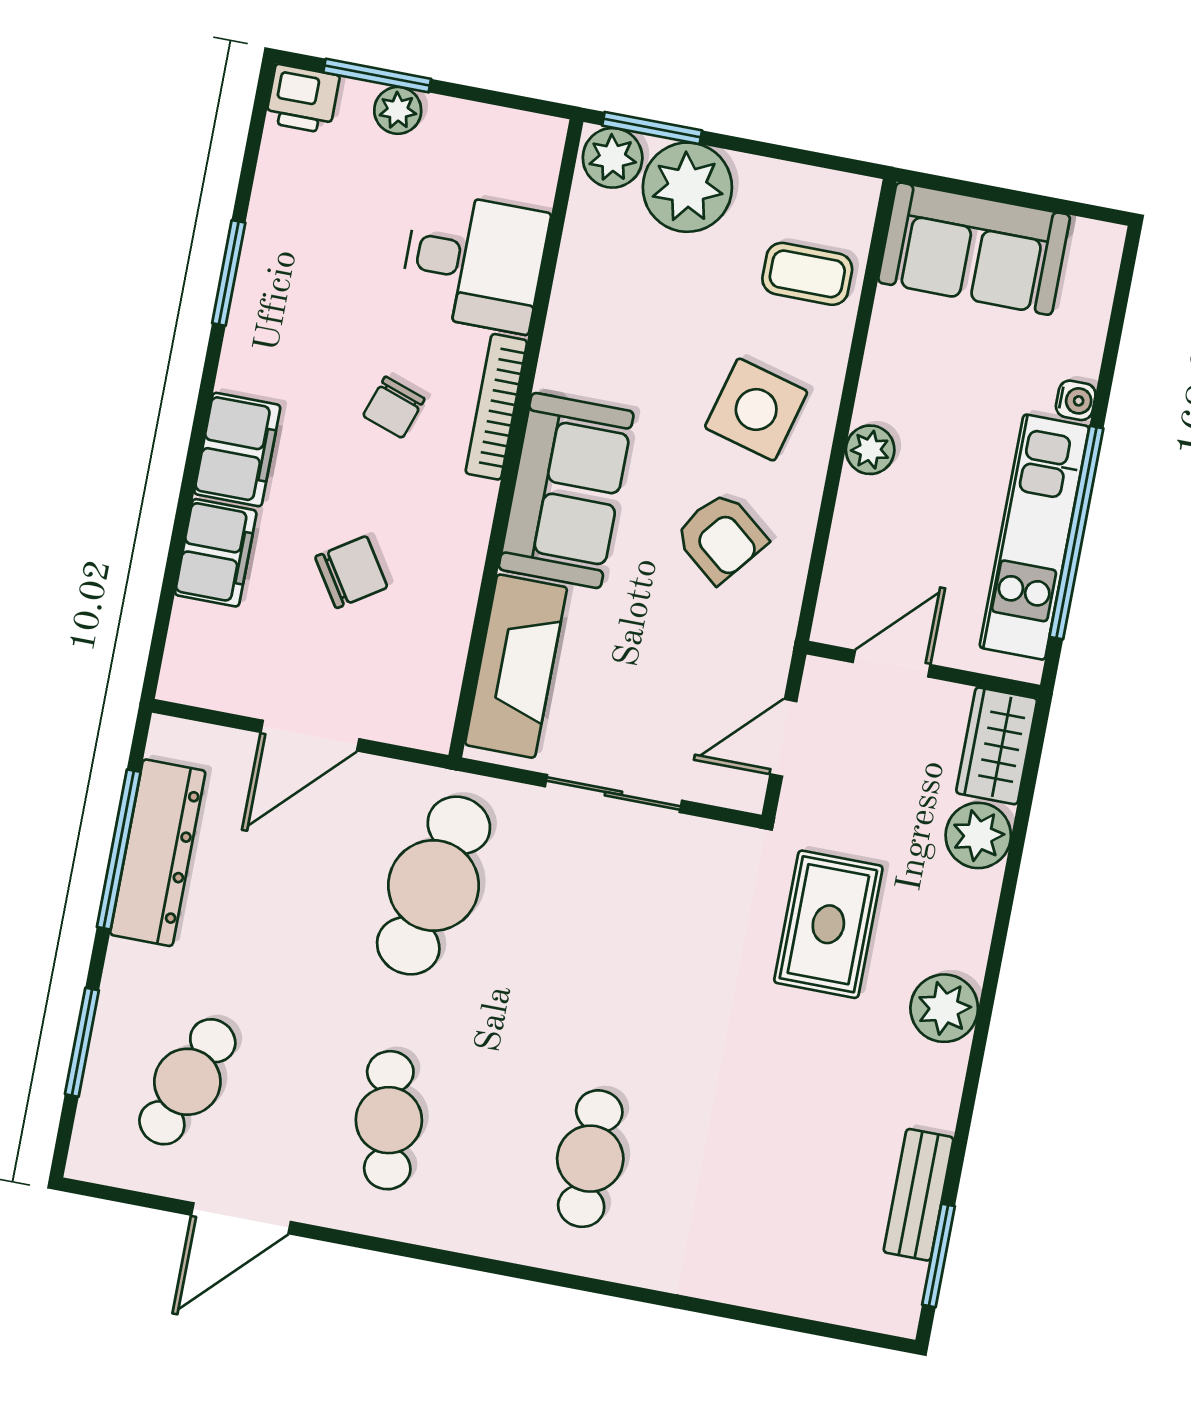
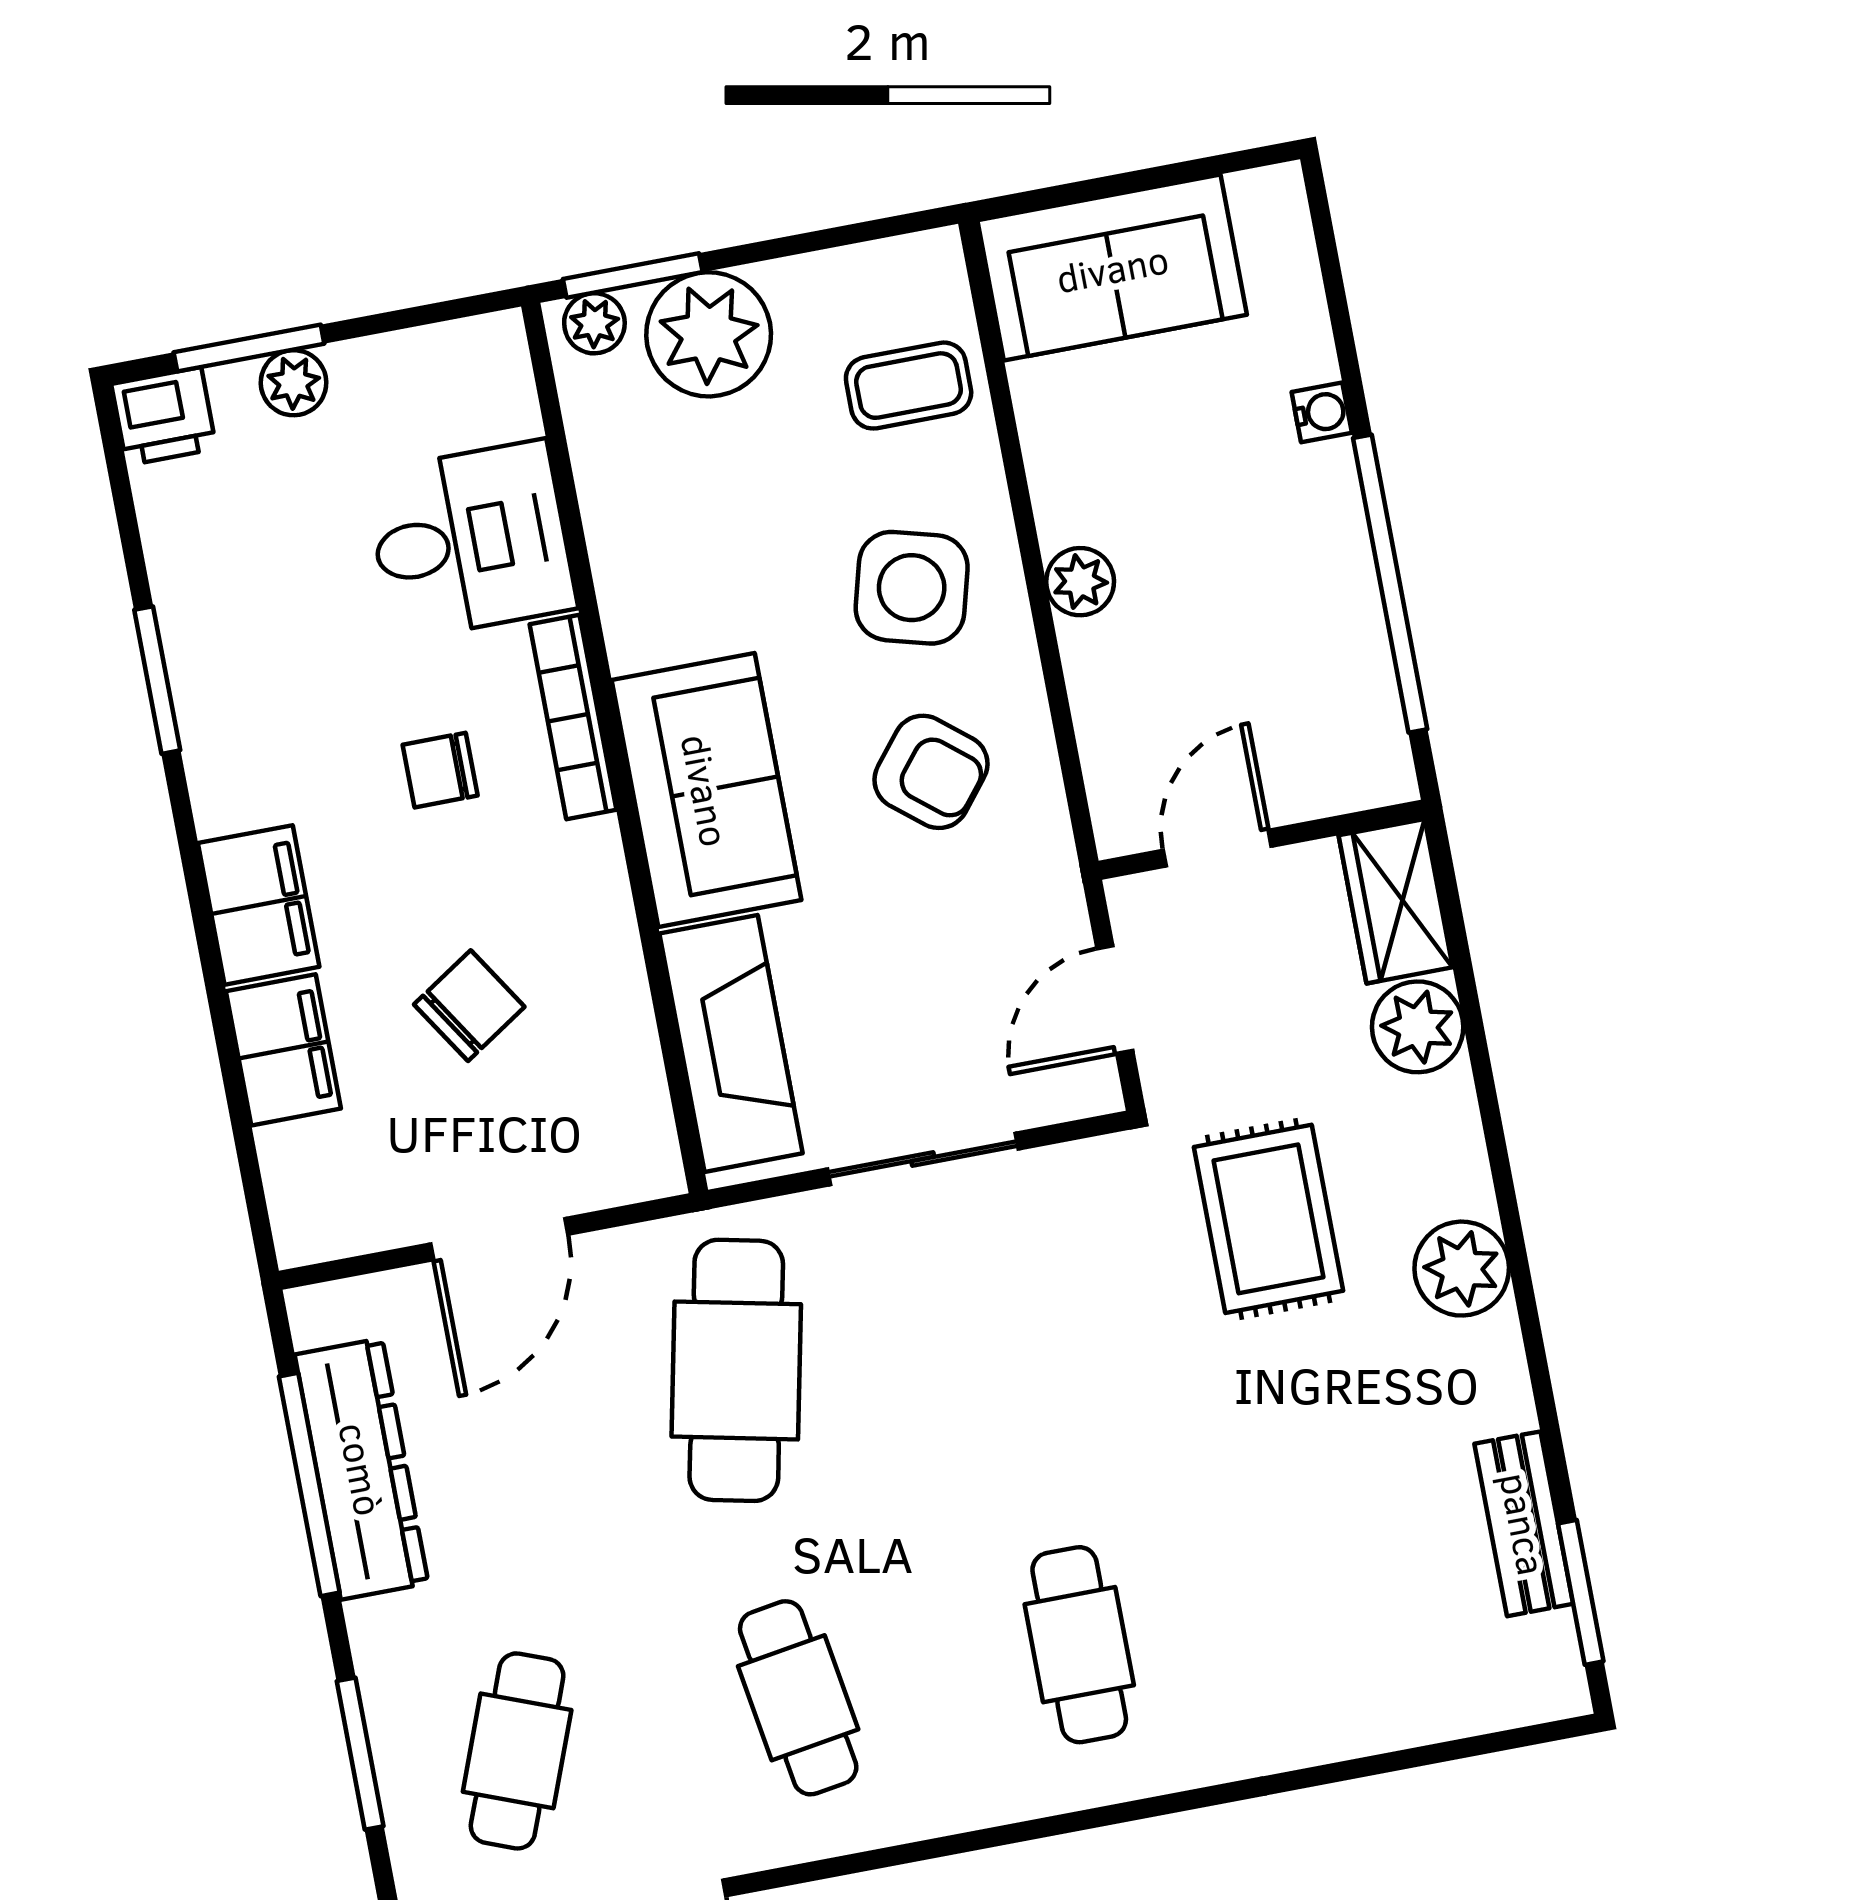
plant: (613, 158) -> (594, 323), width x0.73, depth x0.73
chair: (394, 407) -> (440, 770), turned 71
kitchen unit: (1034, 537) -> (1338, 611), removed

